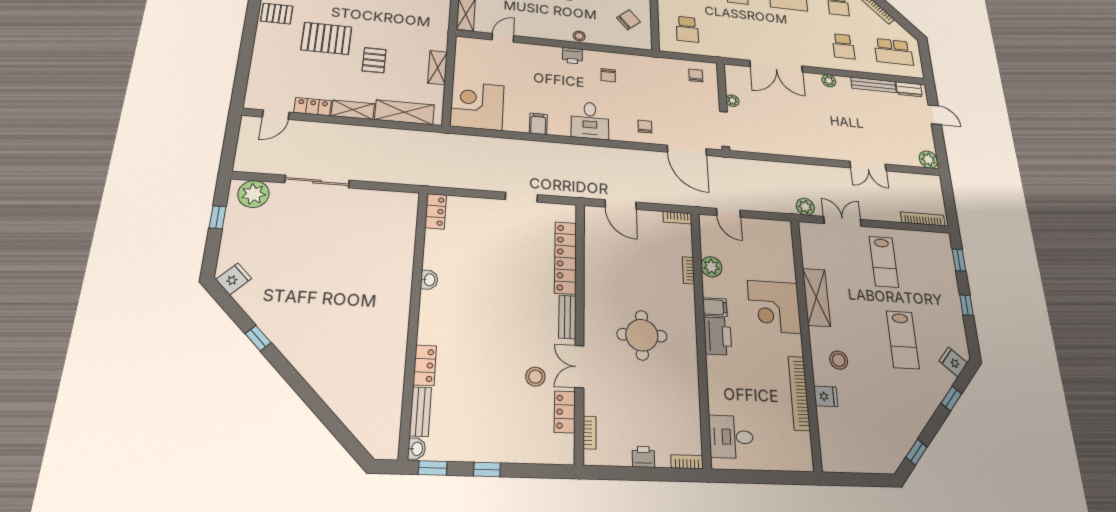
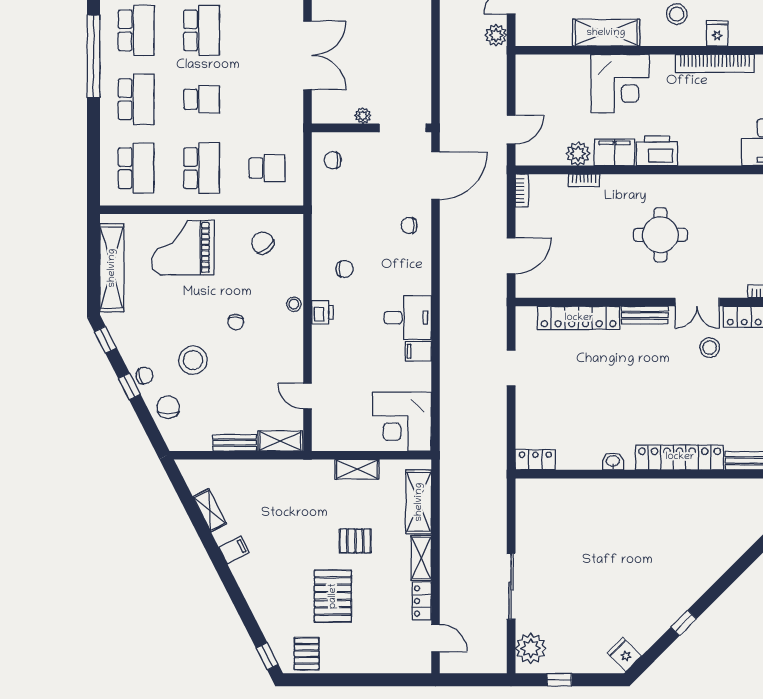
desk: (590, 120) -> (408, 318), moved
filing cabinet: (715, 307) -> (614, 152), width x2.00
locker: (425, 365) -> (680, 457), width x2.16, depth x1.21

